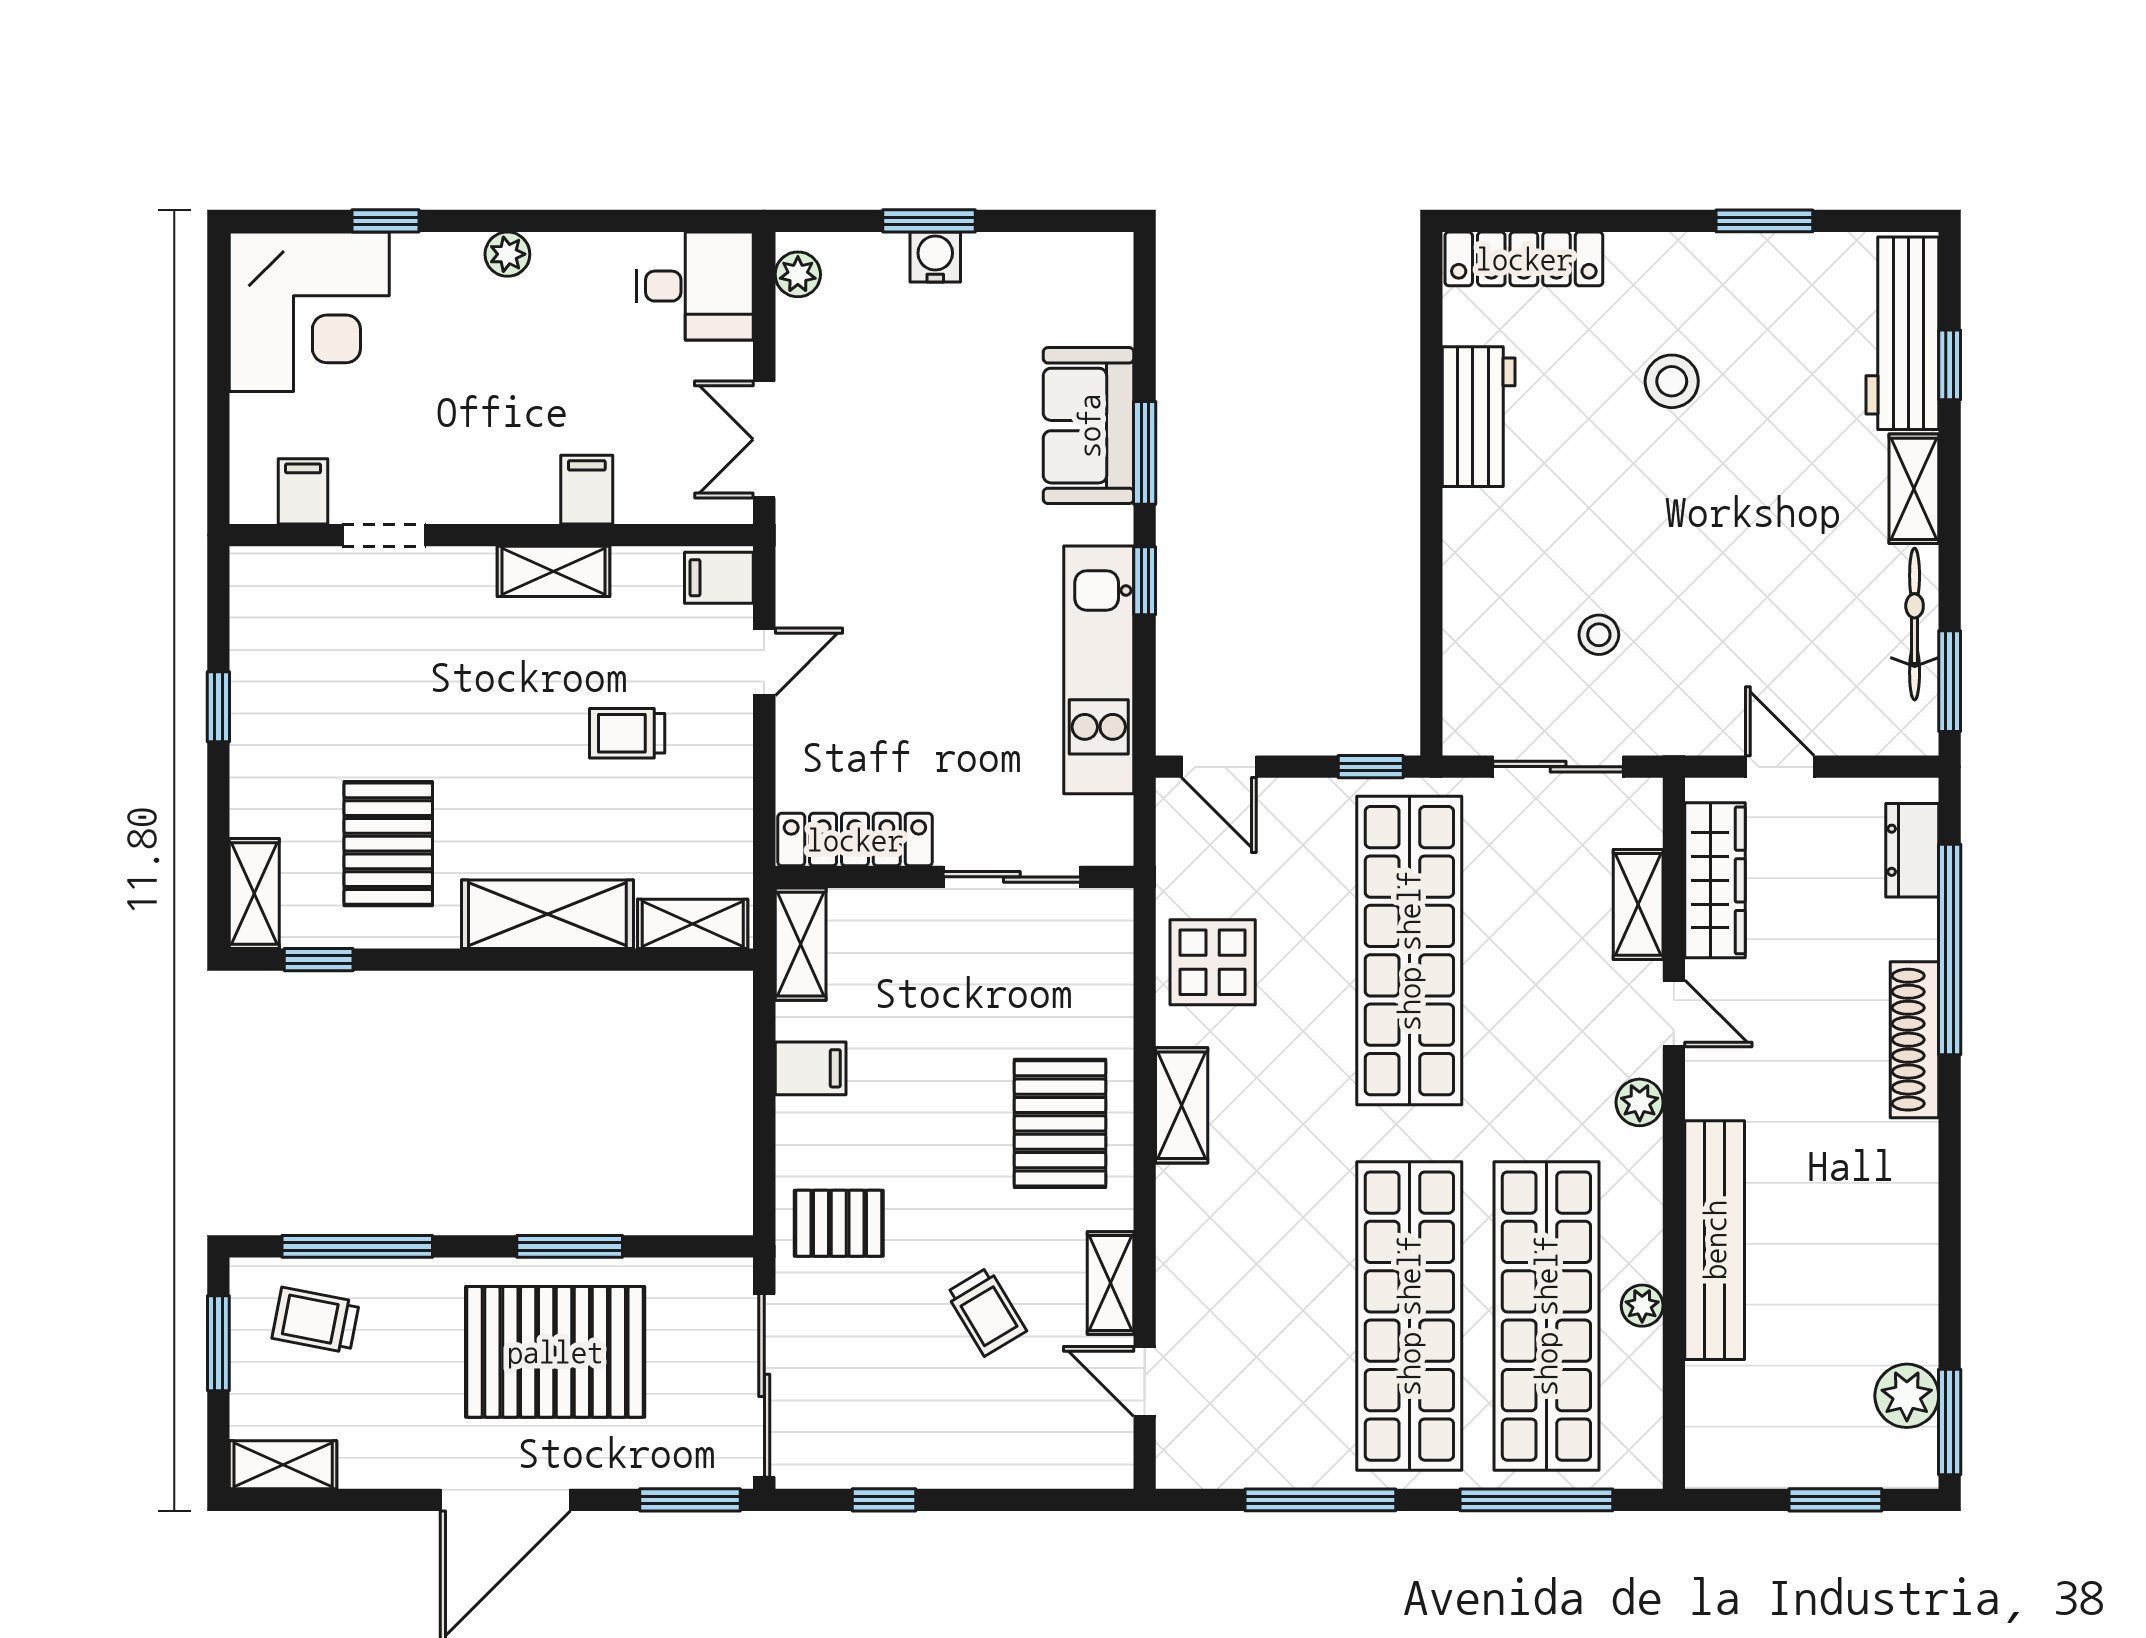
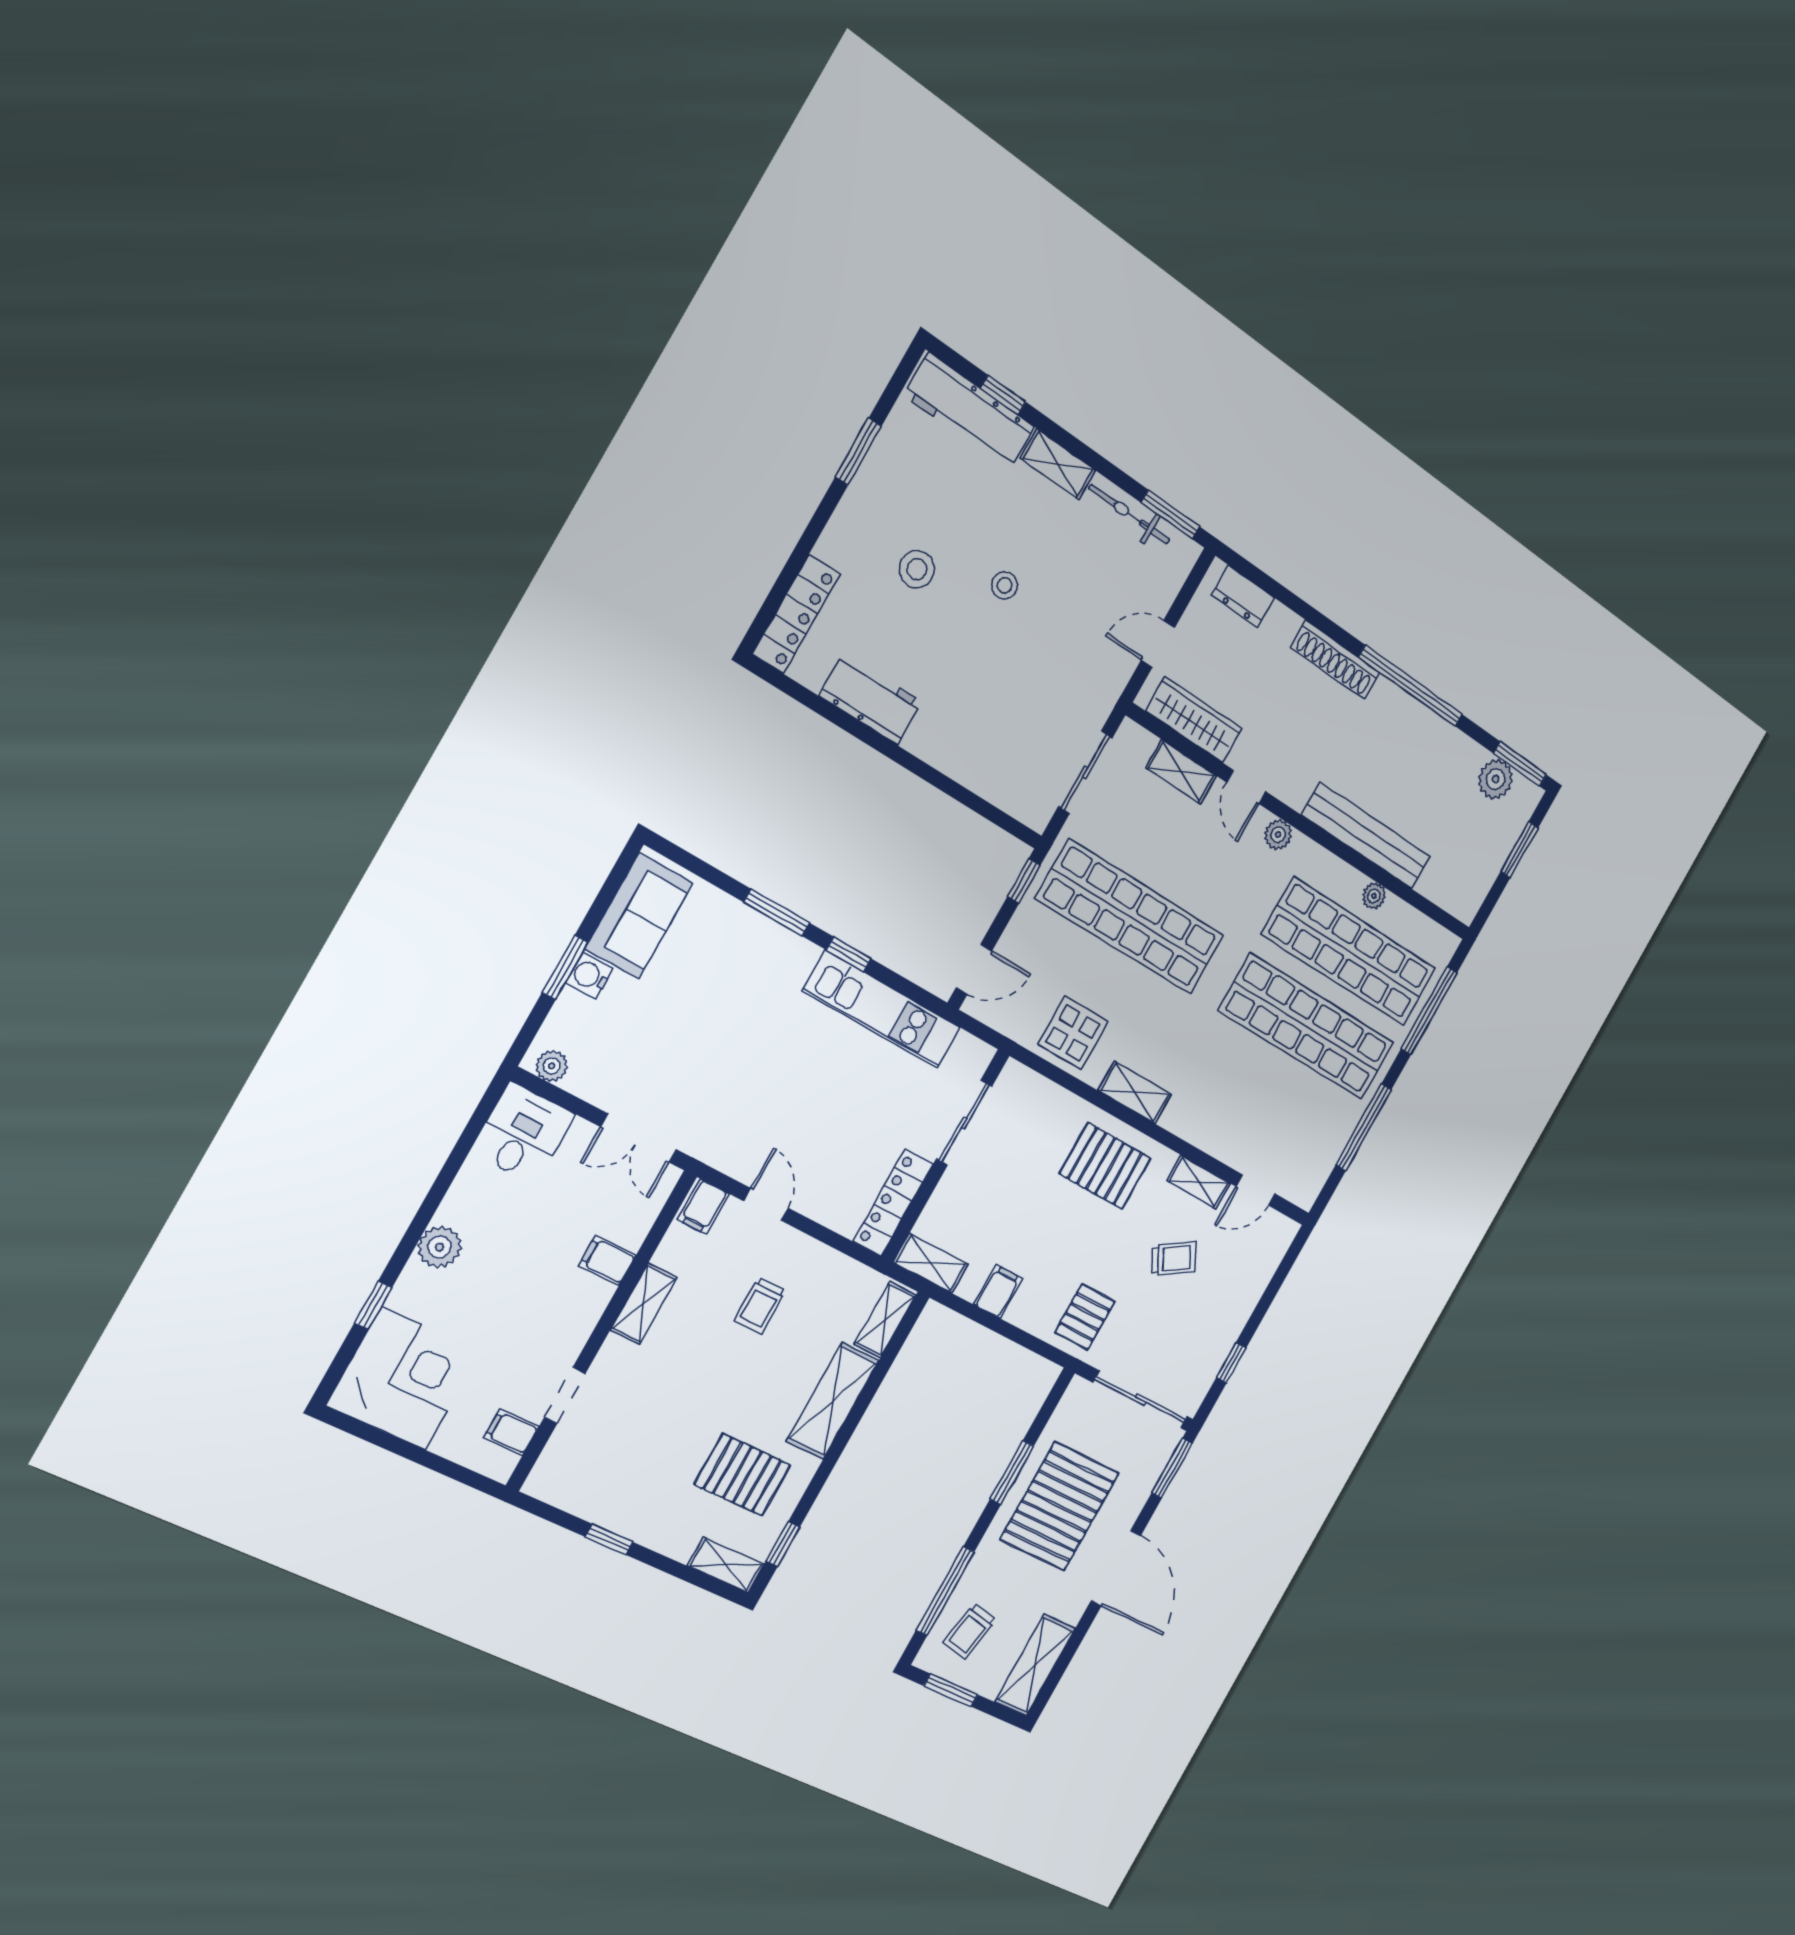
plant: (507, 254) -> (439, 1247), width x1.38, depth x1.38
sofa: (1089, 426) -> (639, 916), moved, turned -90
stool: (1599, 635) -> (1005, 585), moved
window: (1950, 949) -> (1411, 686), moved
door: (1674, 1014) -> (1246, 787), swing flipped
shelving: (283, 1465) -> (1035, 1665), width x1.50, depth x1.33

